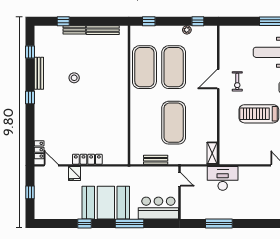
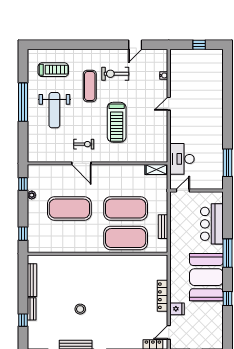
exercise mat: (144, 67) -> (126, 238), moved
door: (180, 179) -> (183, 191), moved
wall: (180, 193) -> (196, 191), moved

